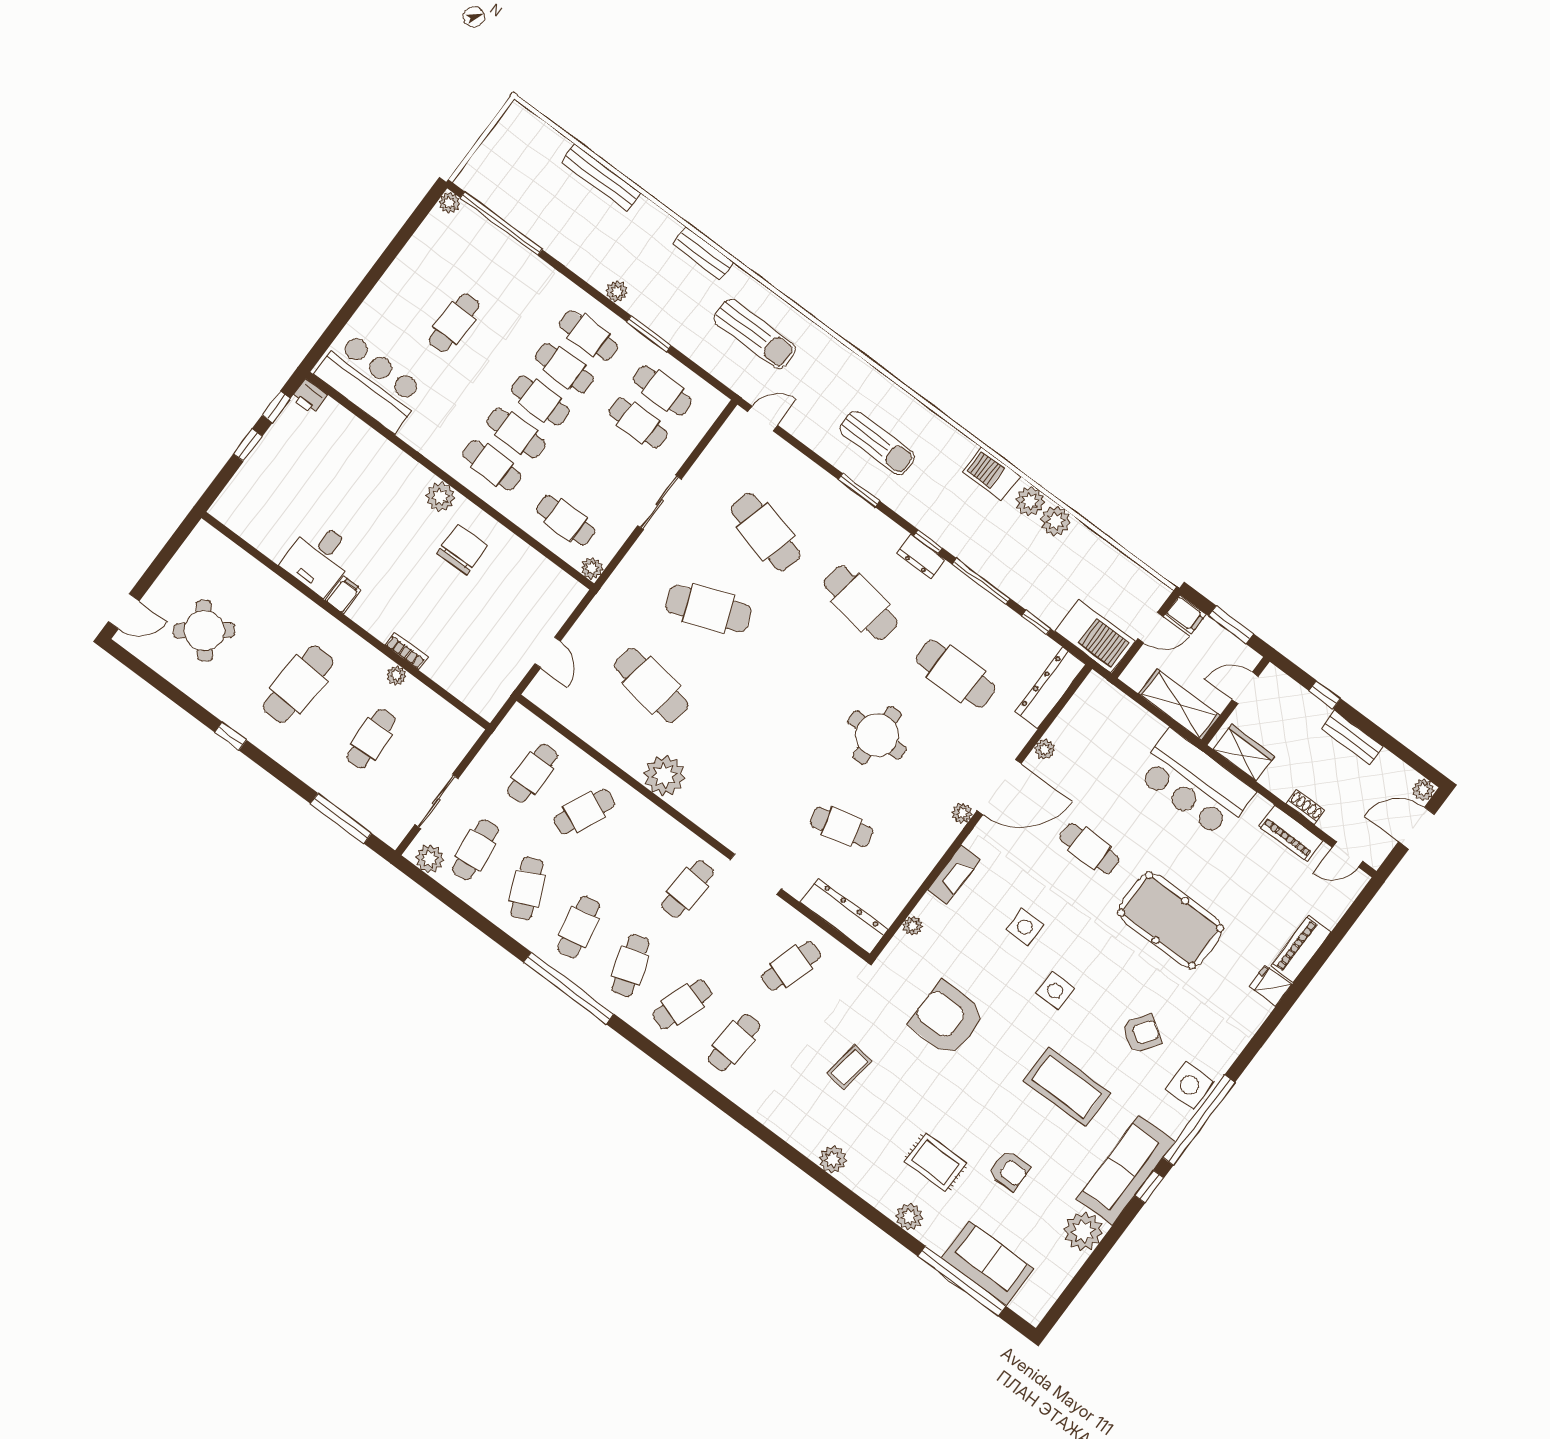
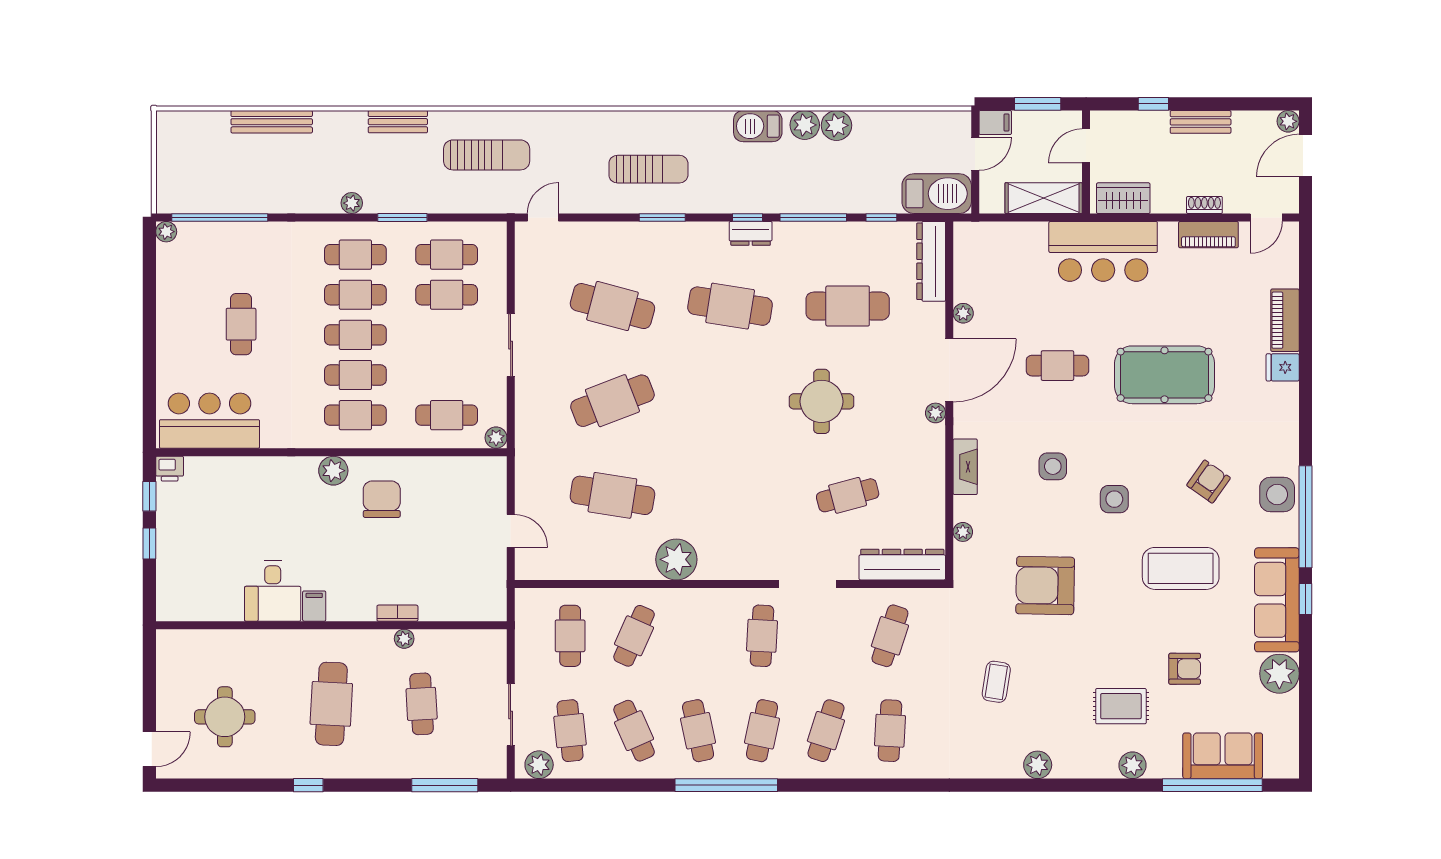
round table: (204, 631) -> (225, 717), turned 38
cafe table: (630, 966) -> (762, 731), turned 30

